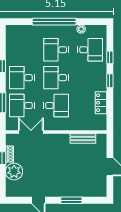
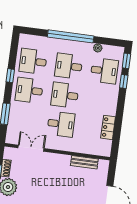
window: (110, 81) -> (126, 61), moved
desk: (22, 106) -> (33, 61), moved

